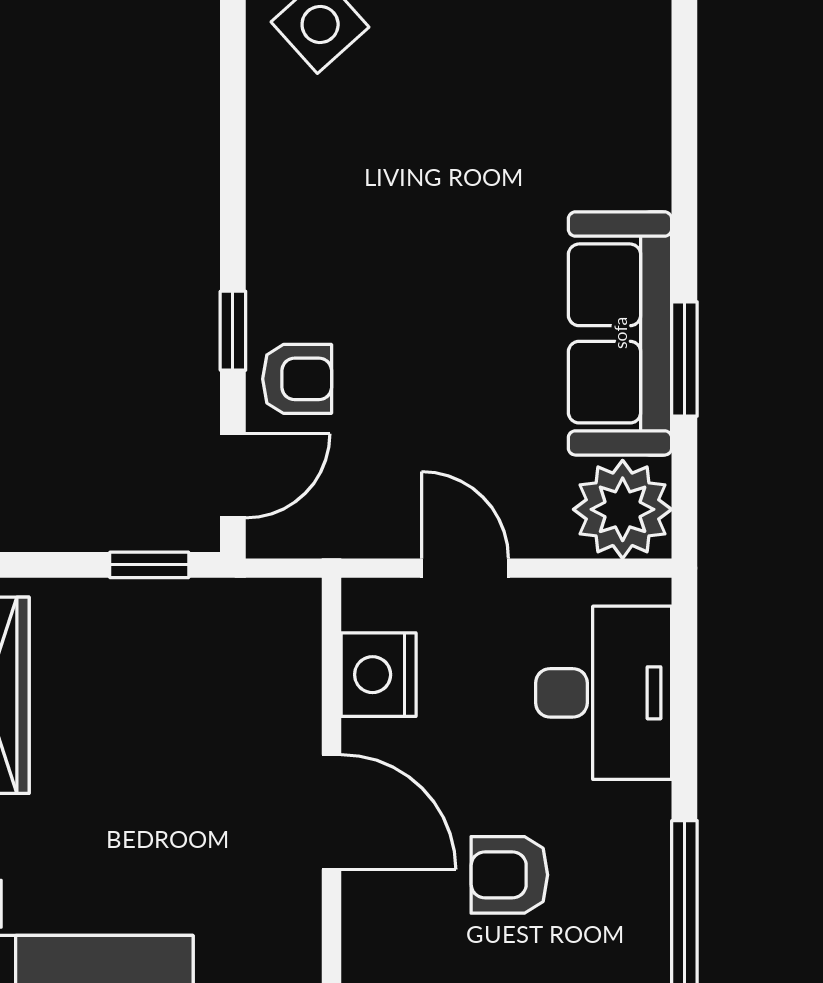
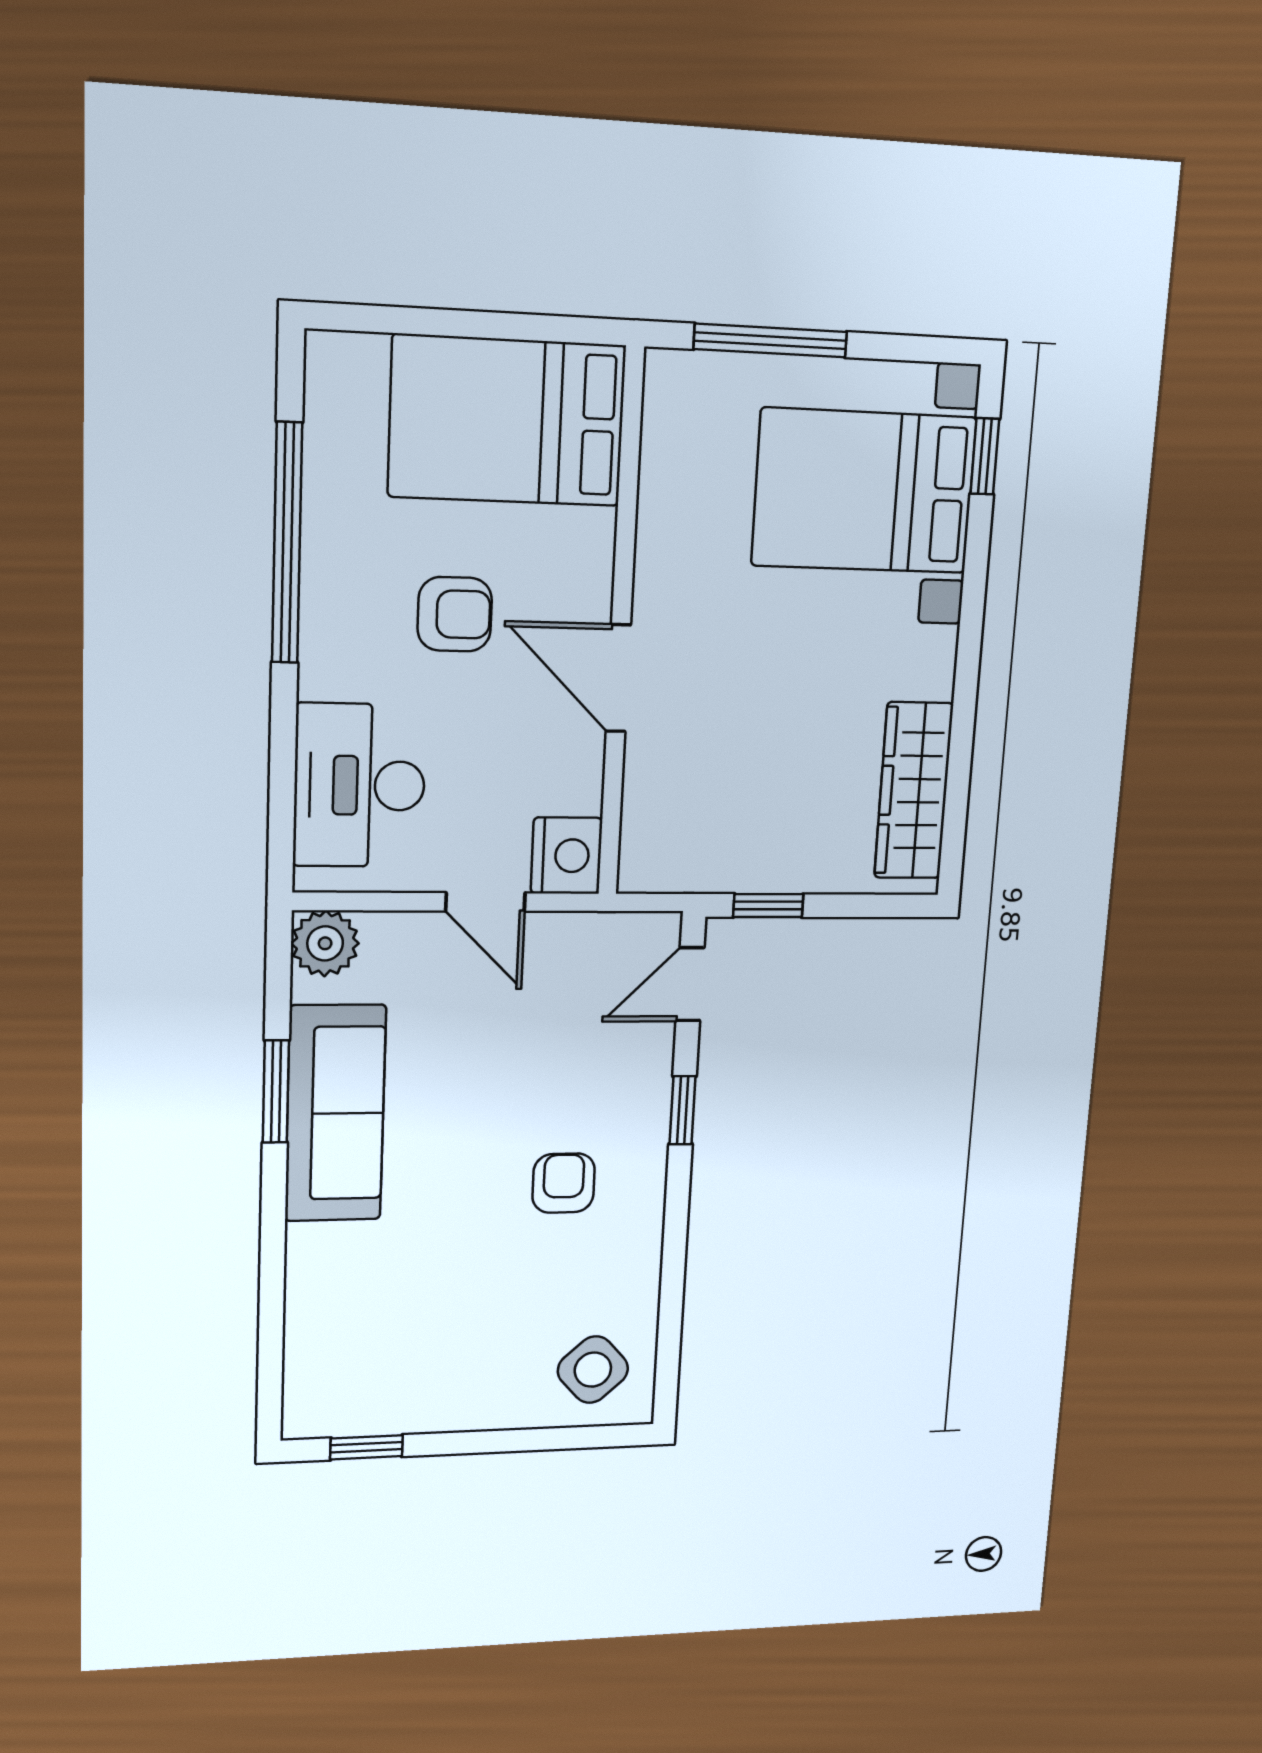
armchair: (297, 379) -> (564, 1183), moved, turned 90
plant: (623, 509) -> (325, 943), width x0.73, depth x0.73
nightstand: (379, 675) -> (567, 856), moved

